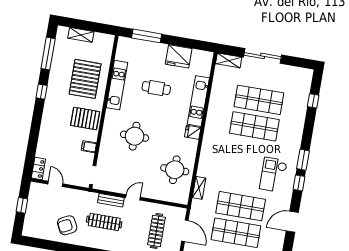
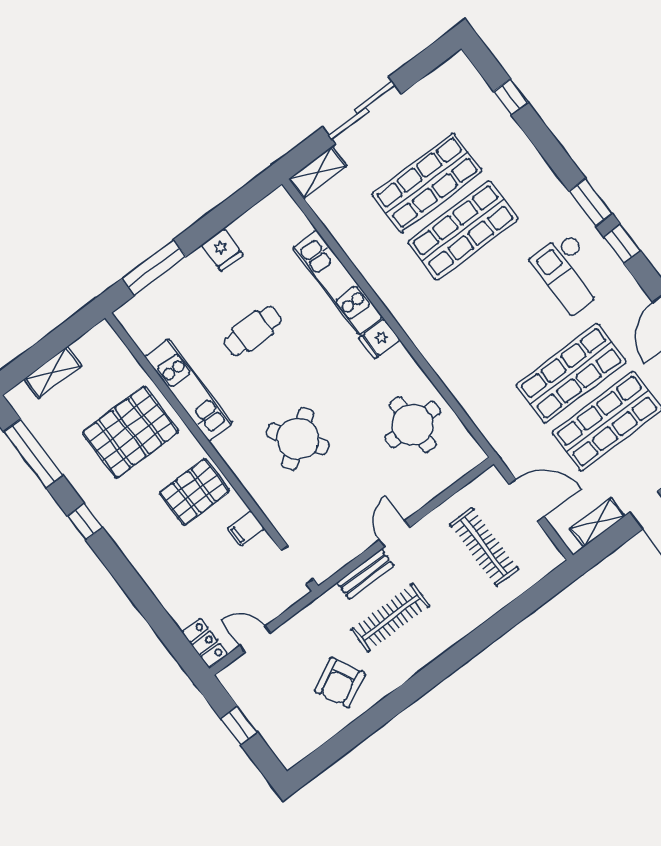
fridge: (179, 56) -> (222, 250), width x0.53, depth x0.75
pallet: (85, 79) -> (130, 432), turned 90
round table: (135, 136) -> (298, 439), turned -35
shelving: (199, 188) -> (479, 413), removed

